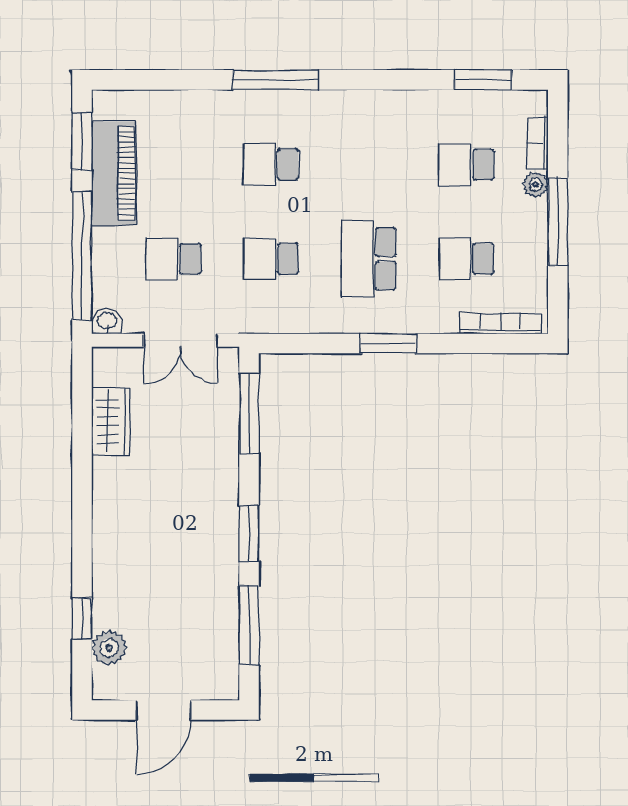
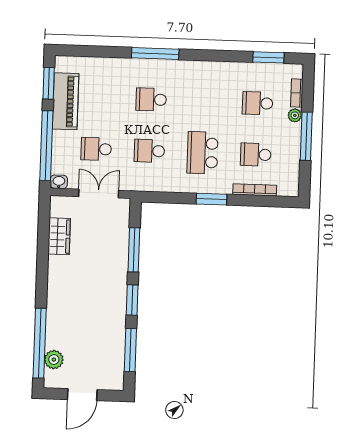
bookcase: (501, 324) -> (255, 190), moved
double door: (181, 340) -> (99, 193), swing flipped
window: (249, 414) -> (134, 250), moved
window: (82, 619) -> (40, 343), width x3.17

